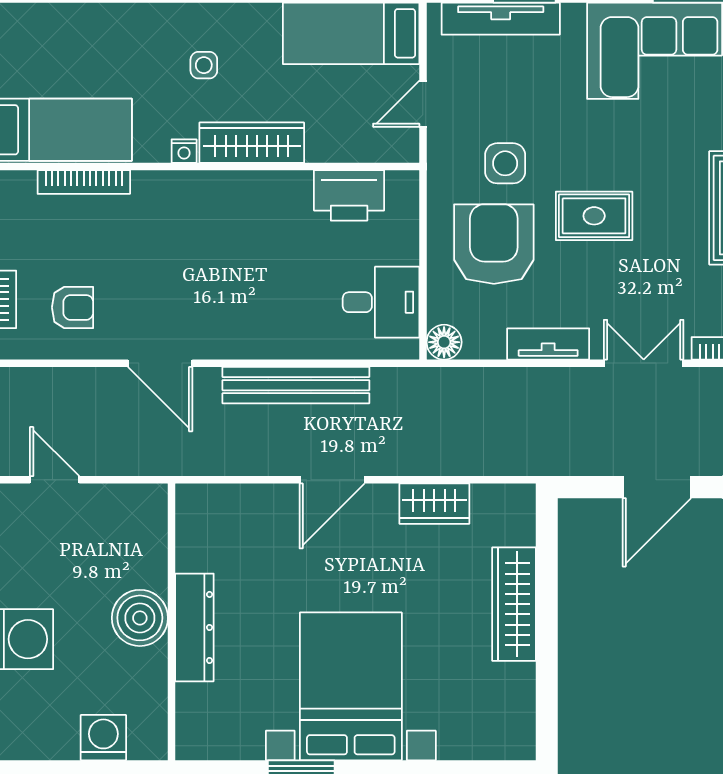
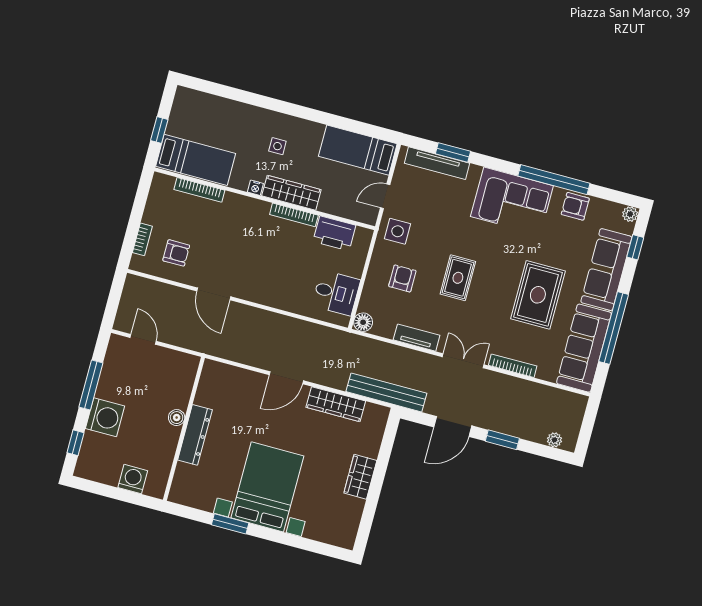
side table: (505, 163) -> (398, 231), moved
bookcase: (267, 182) -> (294, 215), added
rug: (594, 216) -> (458, 278), turned 90
armchair: (494, 244) -> (402, 278), width x0.53, depth x0.53
bench: (296, 385) -> (386, 392), moved
wardrobe: (434, 504) -> (336, 404), width x1.50
wardrobe: (514, 604) -> (360, 477), width x0.67
boiler: (140, 618) -> (177, 418), width x0.54, depth x0.54

